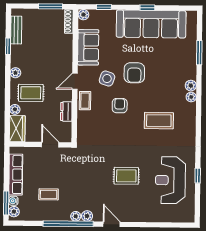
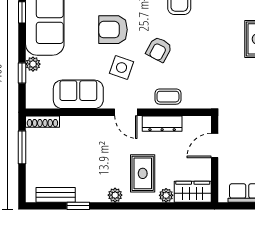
plant: (83, 15) -> (33, 64), moved
armchair: (134, 73) -> (113, 30), turned 180
coffee table: (85, 101) -> (168, 97), moved
armchair: (120, 106) -> (159, 49), turned -62
dresser: (66, 111) -> (162, 124), width x1.44

